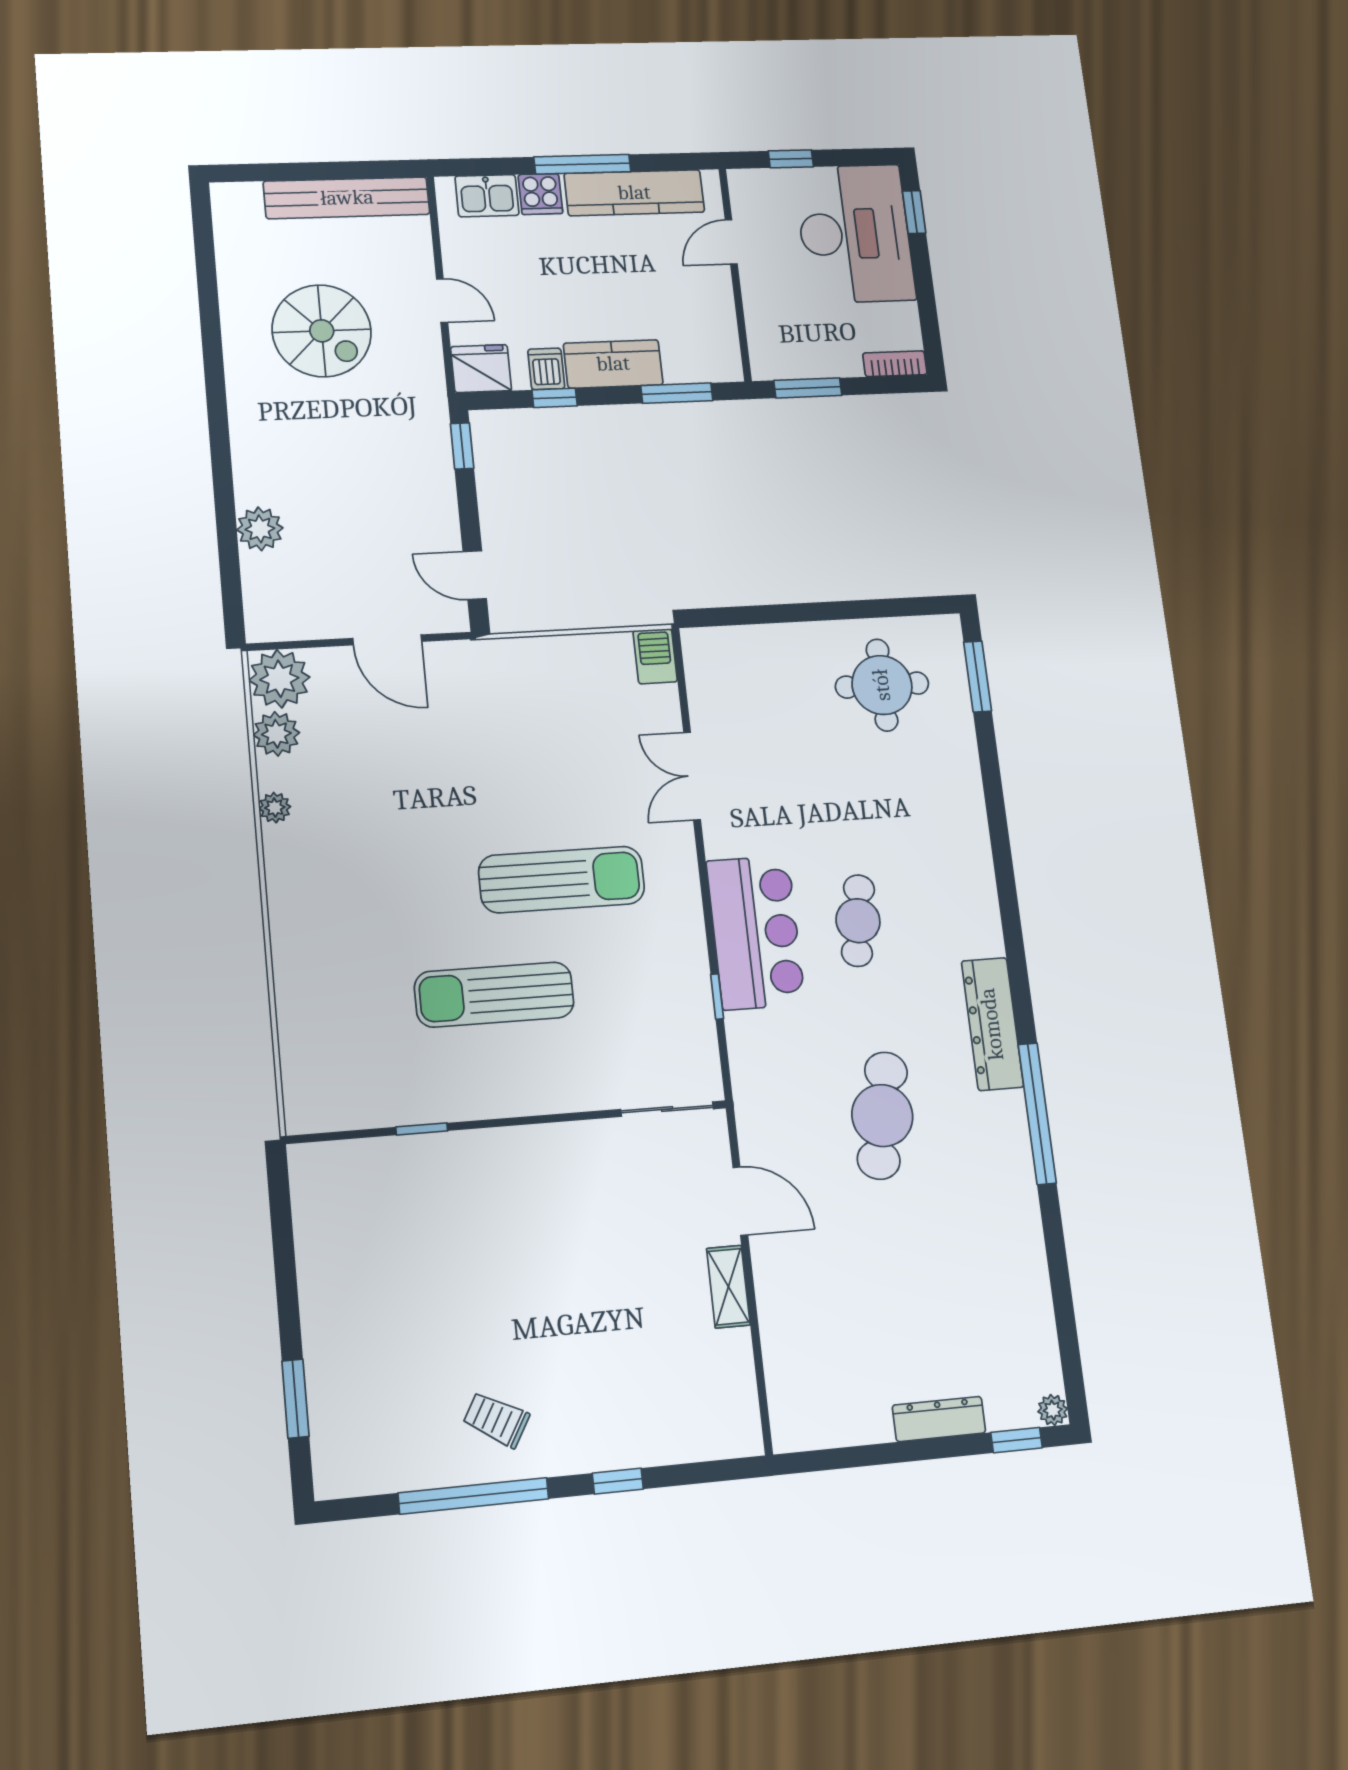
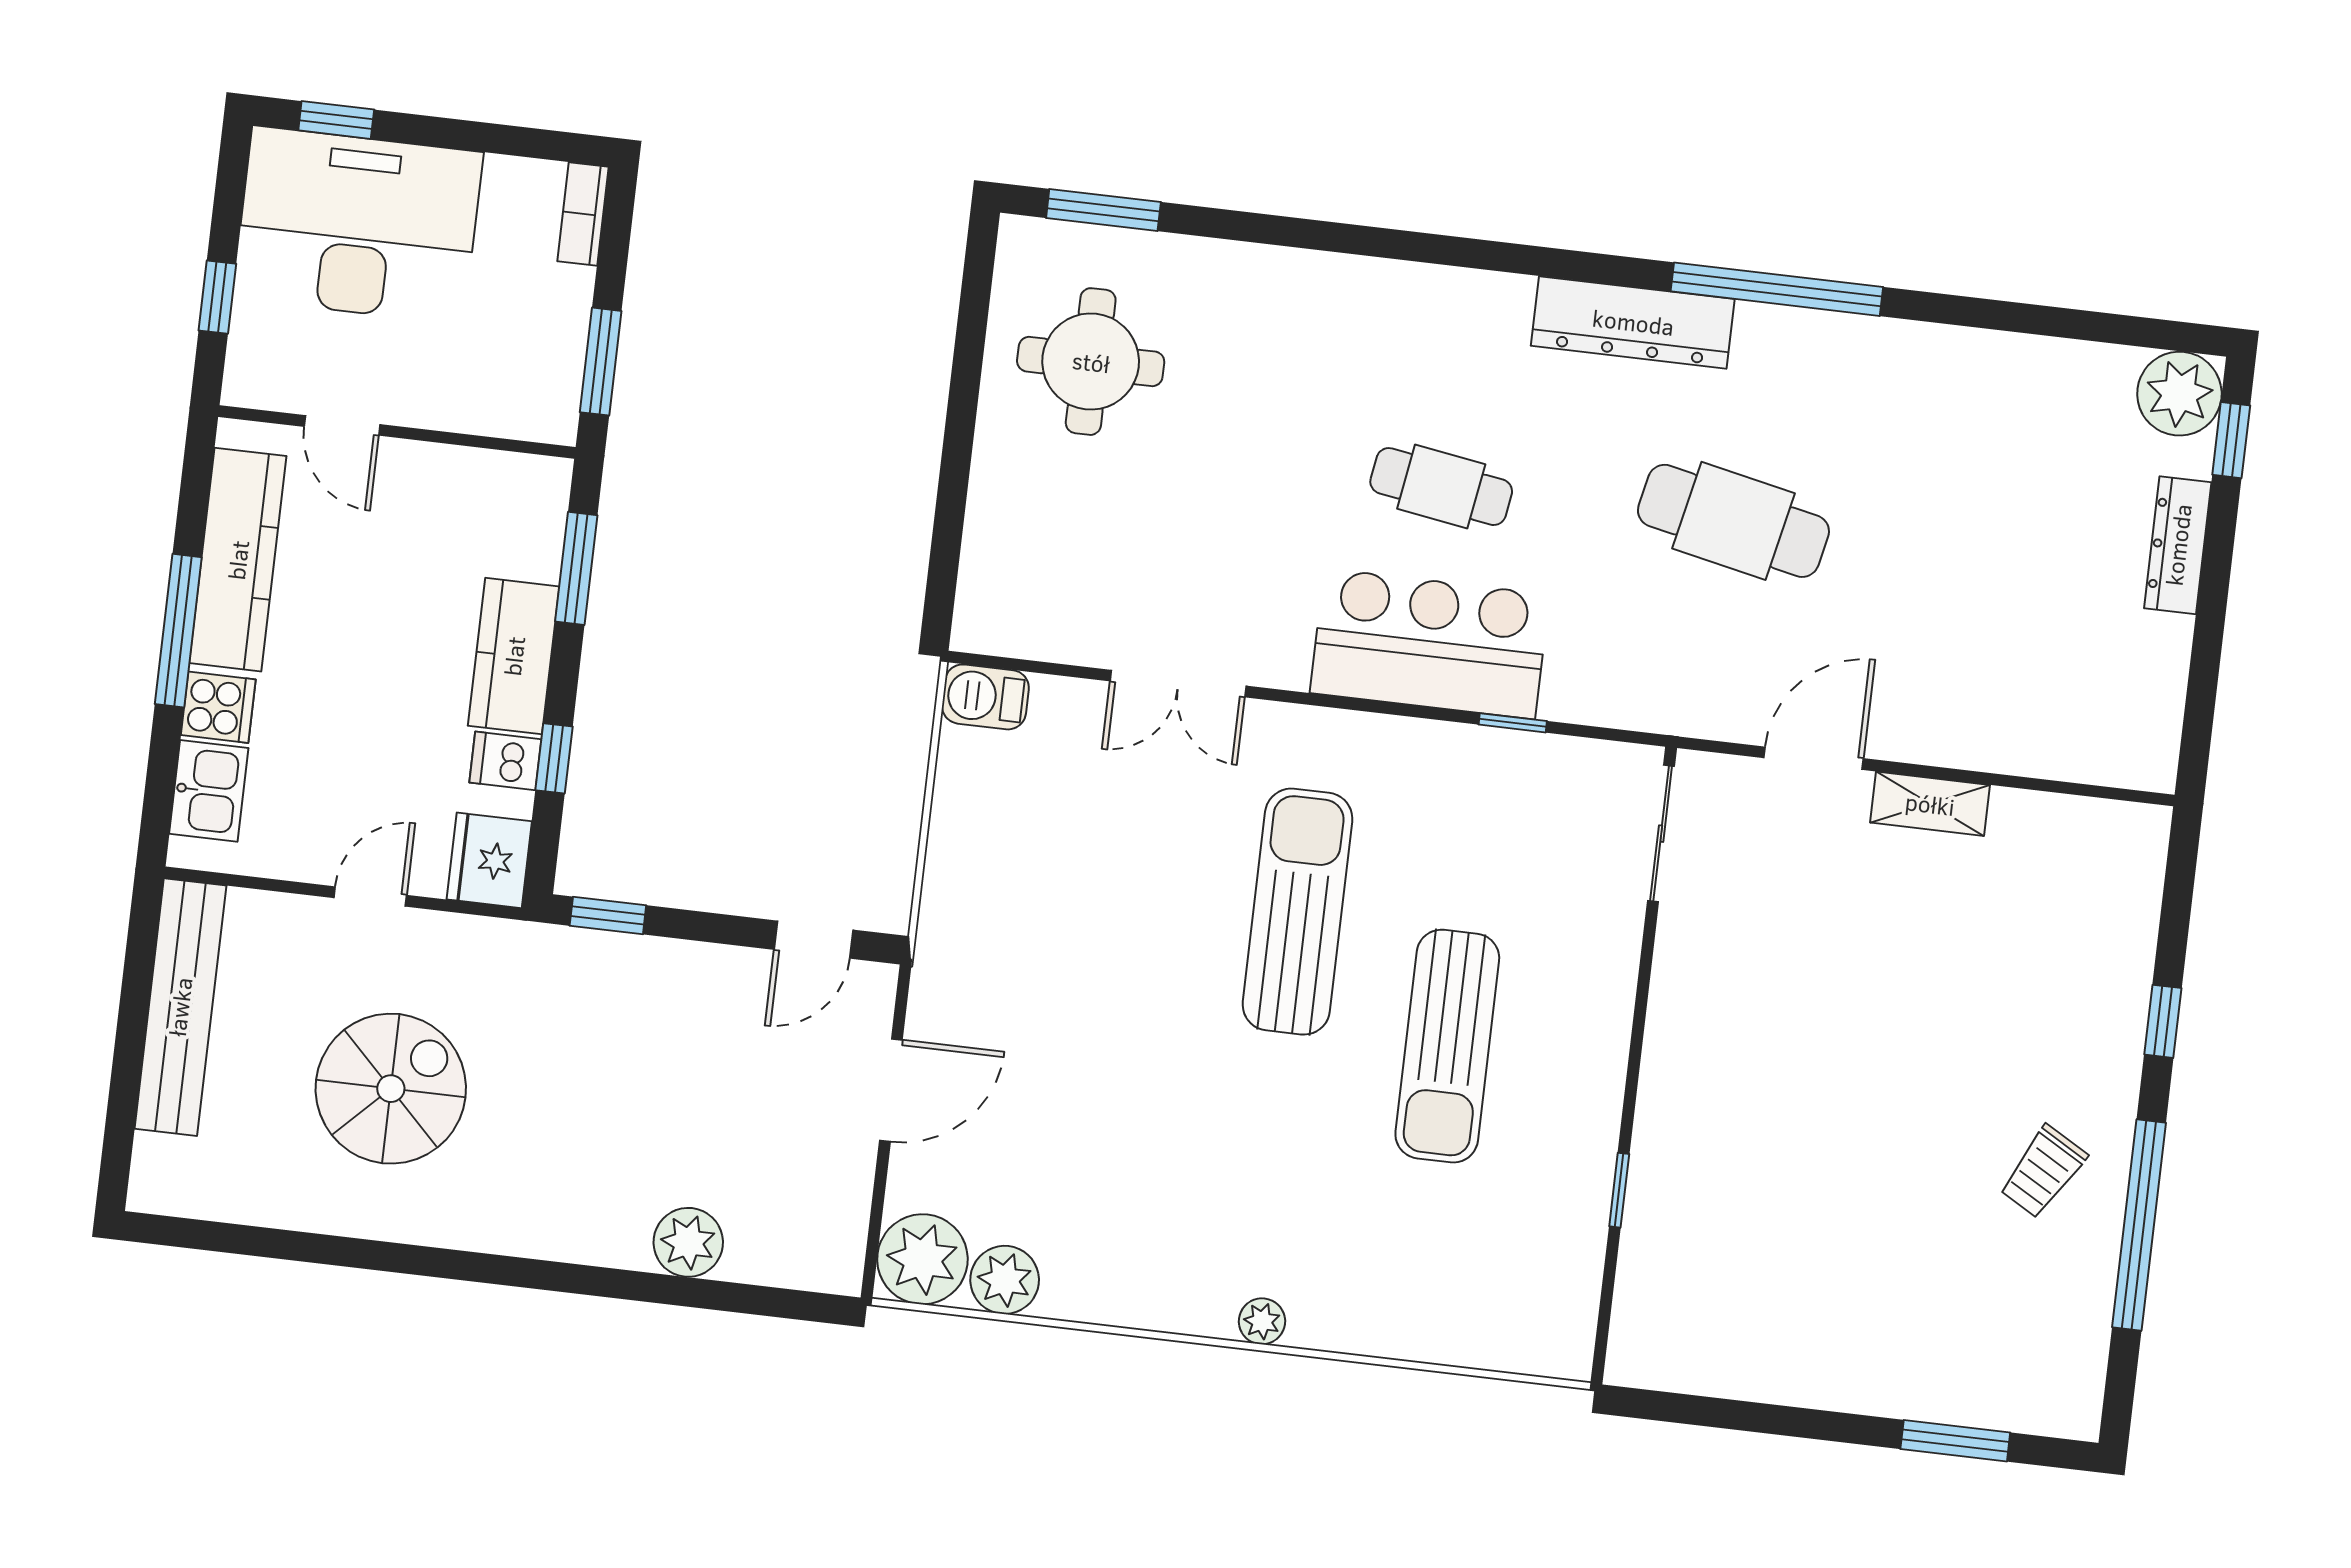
plant: (275, 808) -> (1262, 1321), moved
plant: (1053, 1410) -> (2179, 394), width x1.88, depth x1.88

